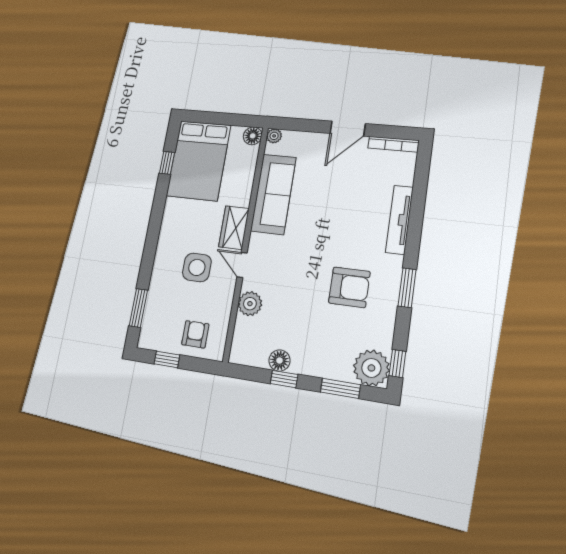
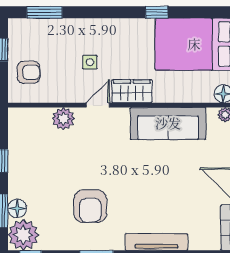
window: (167, 163) -> (157, 12), moved
side table: (197, 267) -> (90, 62), width x0.54, depth x0.54
floor lamp: (279, 360) -> (17, 208), moved

